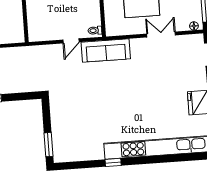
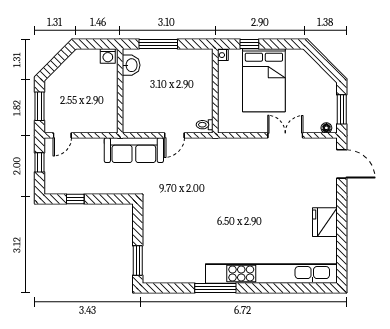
sofa: (106, 50) -> (134, 150), moved
window: (113, 162) -> (215, 288), width x2.17

